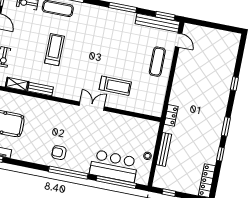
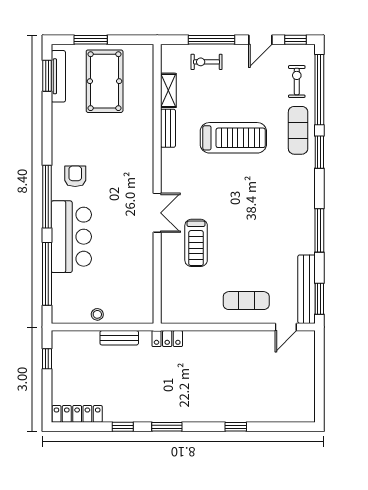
treadmill: (54, 50) -> (233, 138), width x1.37, depth x1.38
bench: (164, 149) -> (119, 338), width x0.73
bar counter: (114, 166) -> (71, 237), moved

